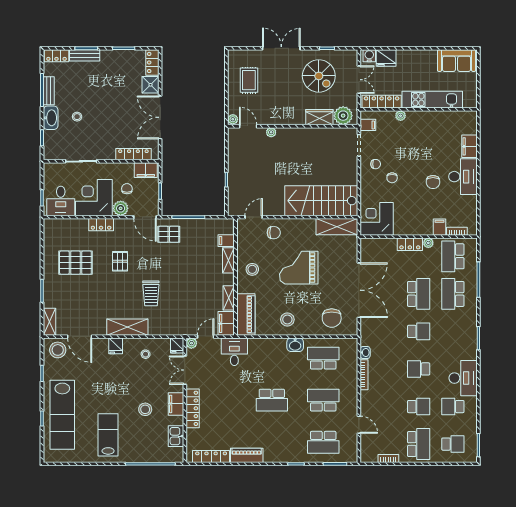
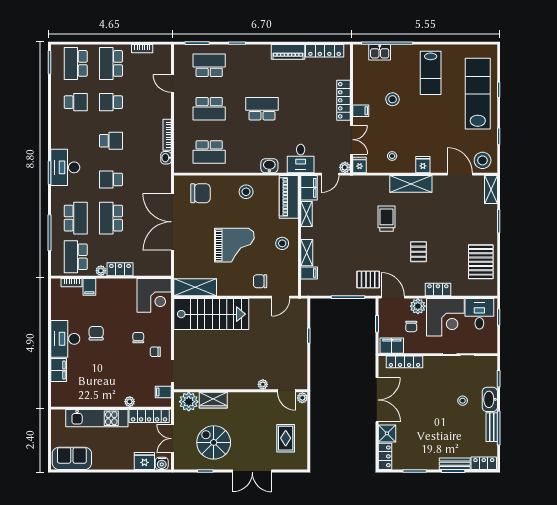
school desk: (453, 256) -> (76, 257), turned 180
pallet: (75, 263) -> (481, 262), moved, turned 90
chair: (332, 318) -> (200, 193), turned 90
washbasin: (295, 345) -> (269, 166), moved
desk: (463, 378) -> (65, 167), moved
filing cabinet: (176, 404) -> (361, 111), width x0.50
kitchen sink: (176, 436) -> (380, 52), moved, turned 90
school desk: (453, 444) -> (76, 63), width x1.85

